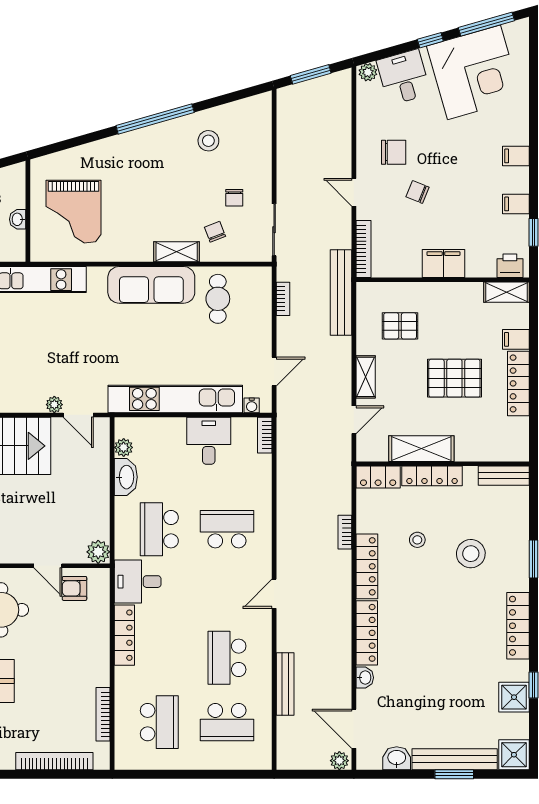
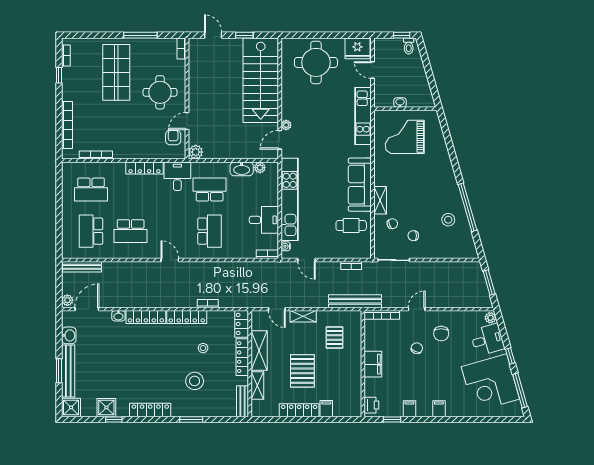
window: (155, 119) -> (467, 207), moved
shelving: (506, 292) -> (257, 385), moved
school desk: (227, 658) -> (131, 231), turned 180
bench: (285, 684) -> (82, 267), moved

